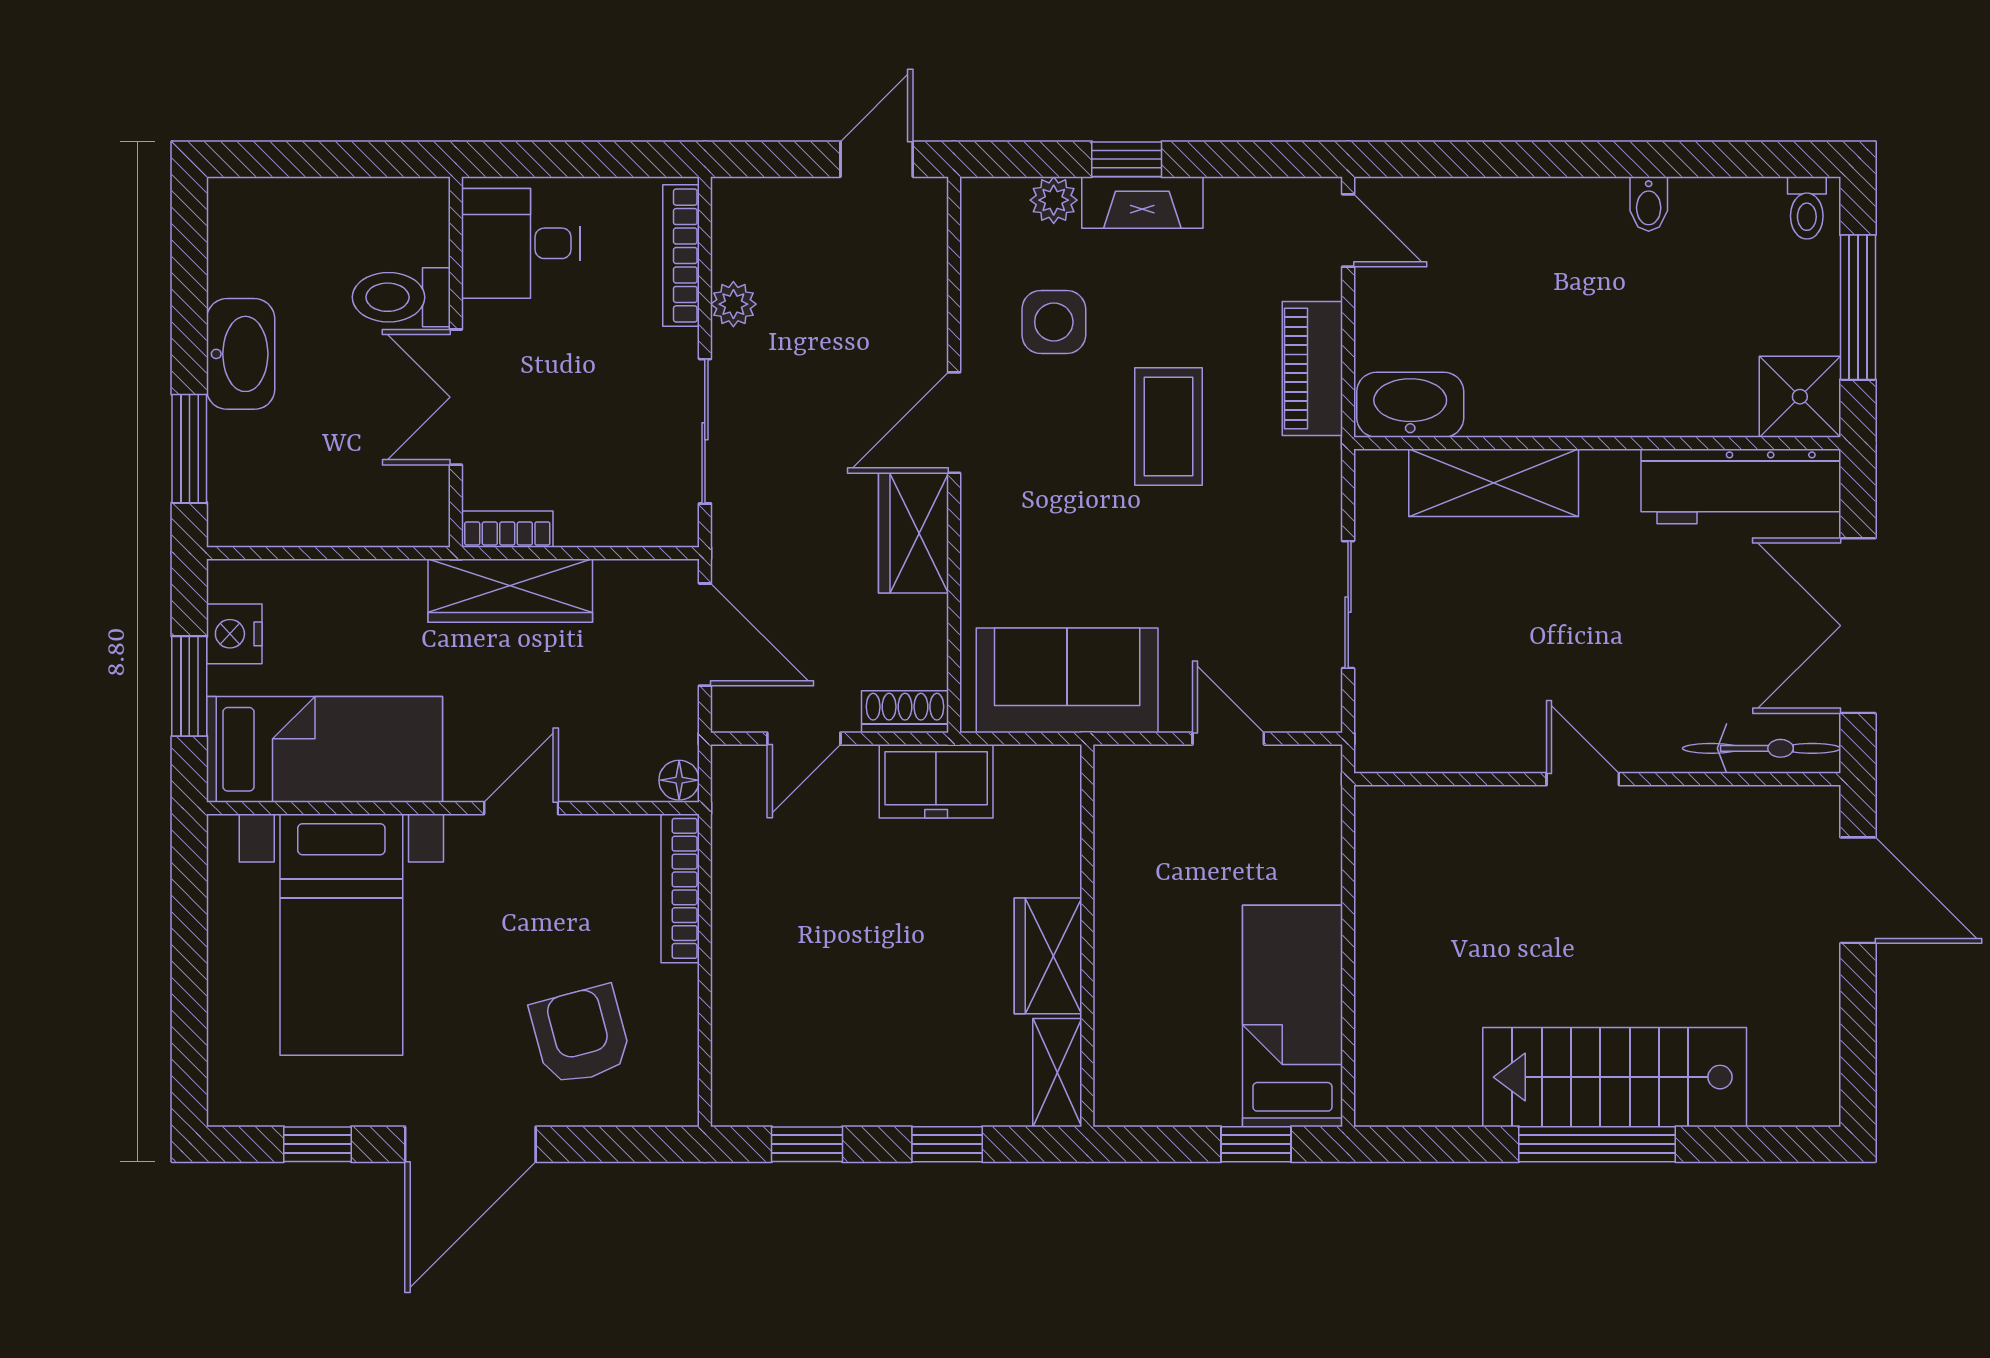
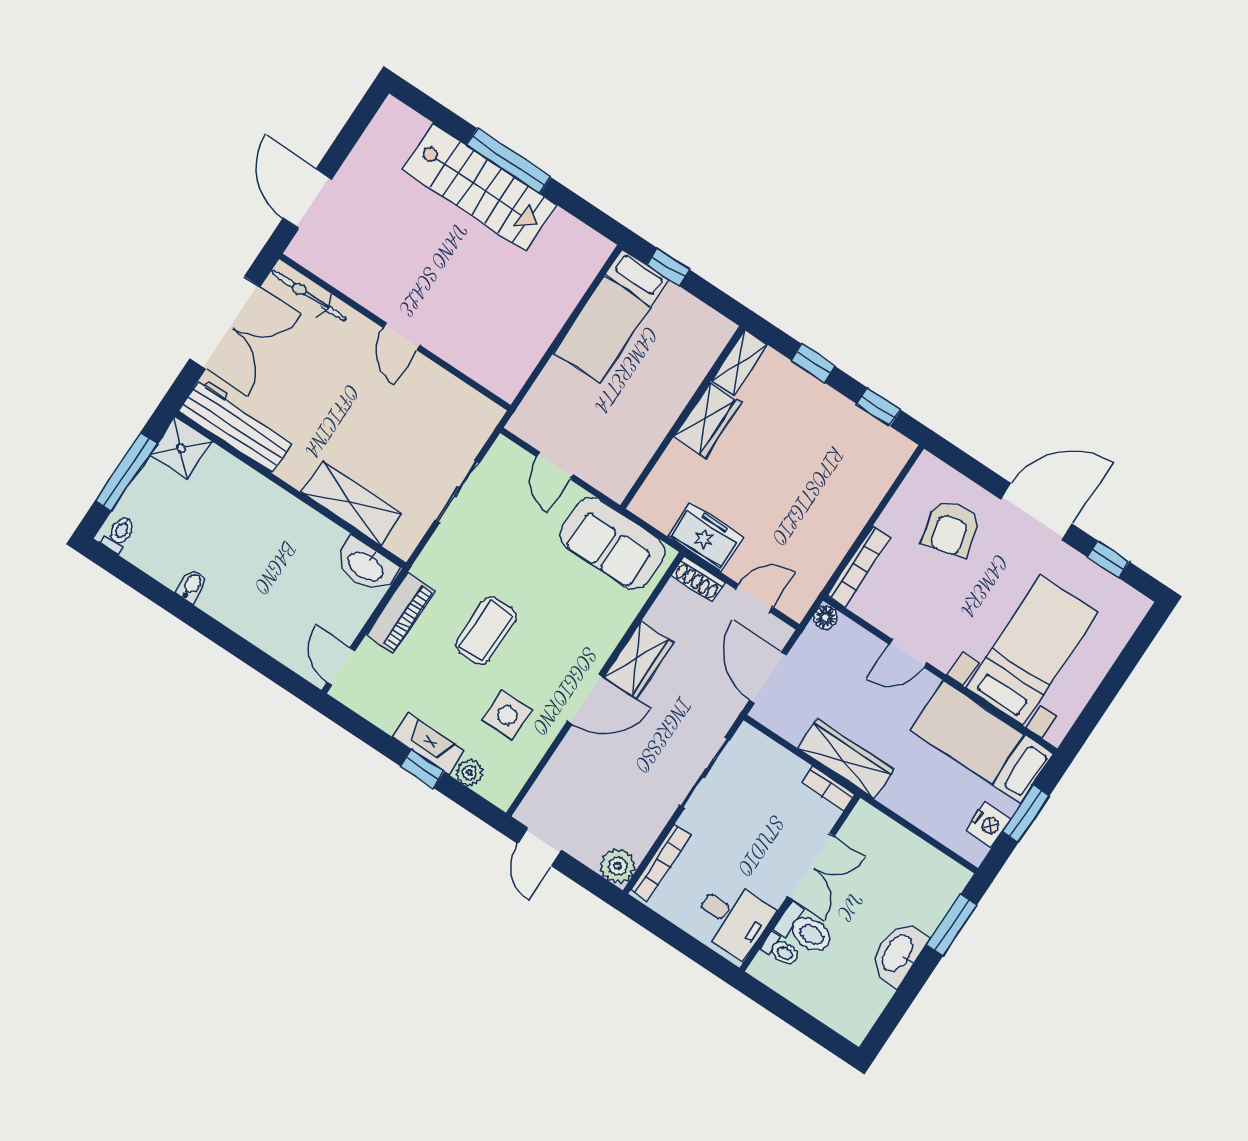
door: (877, 159) -> (540, 847), hinge flipped
toilet: (418, 243) -> (781, 950), added
plant: (733, 304) -> (618, 866), moved, width x1.38, depth x1.38

